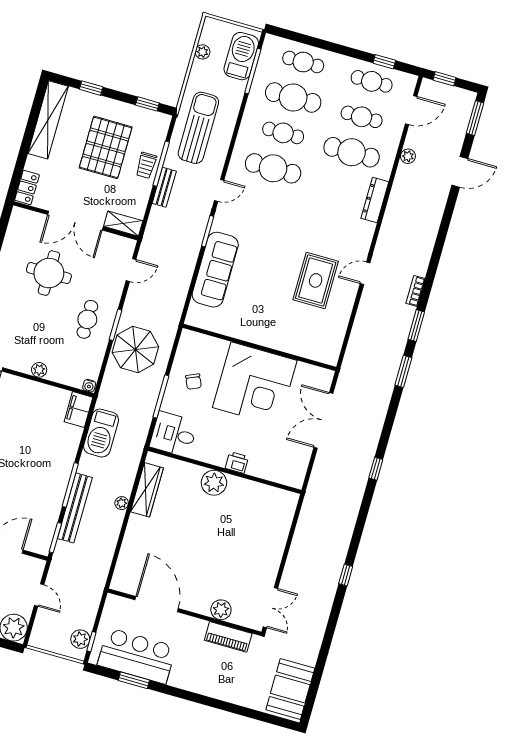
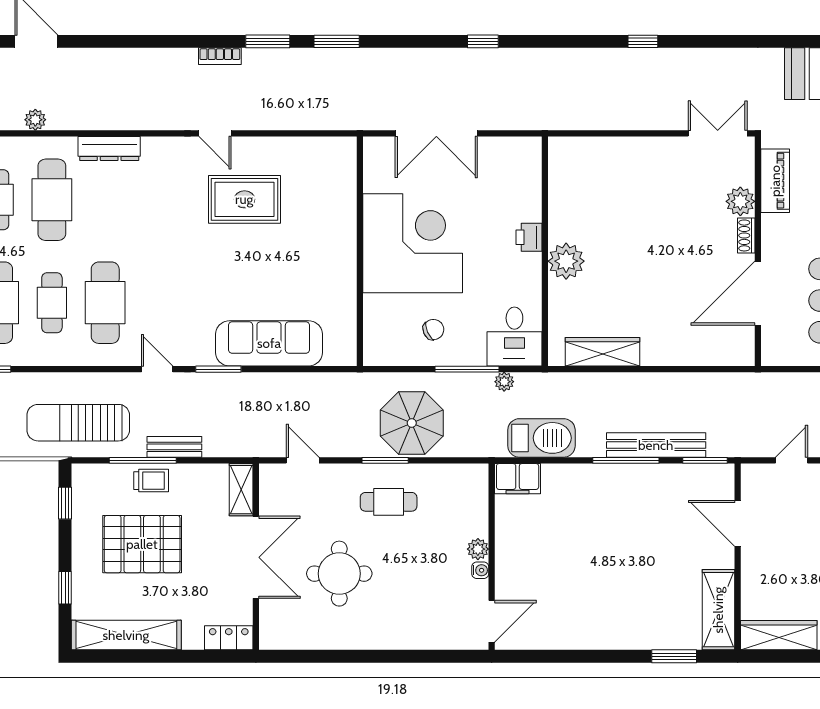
water cooler: (89, 386) -> (480, 570), moved
plant: (122, 503) -> (504, 382), moved
shoe rack: (197, 607) -> (746, 235), added

